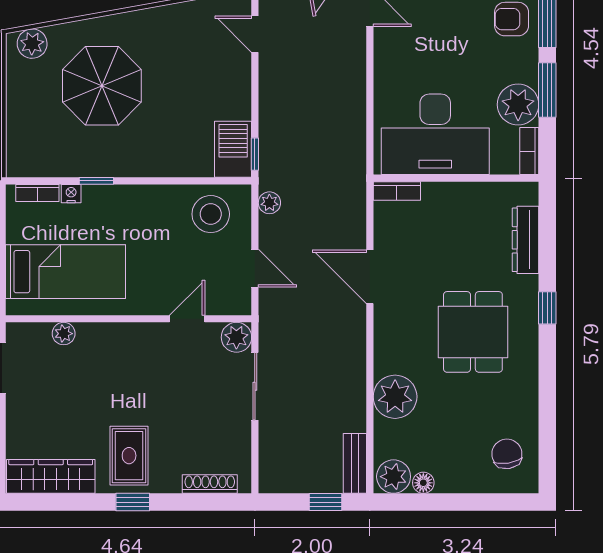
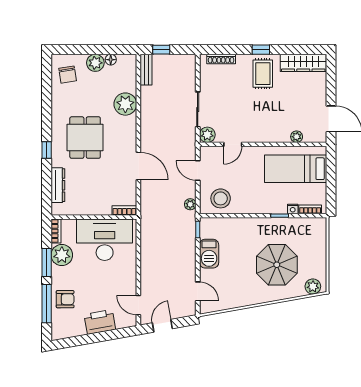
barbecue: (233, 149) -> (209, 254), moved
plant: (394, 477) -> (95, 63), moved

